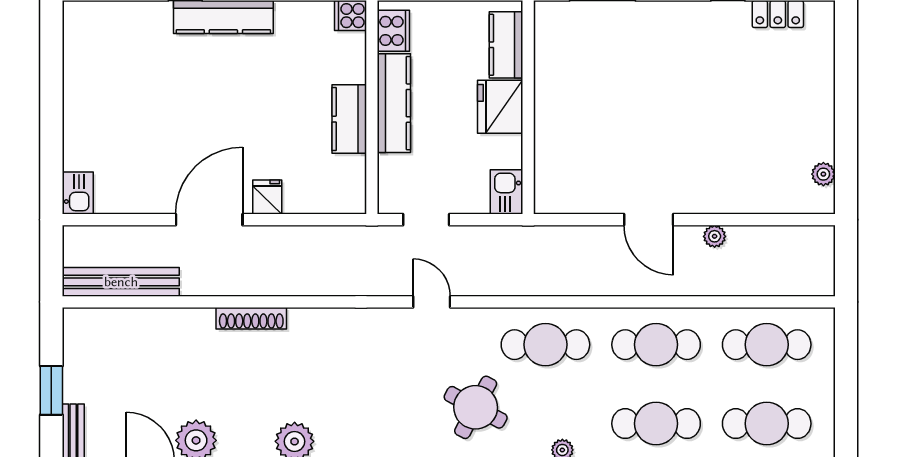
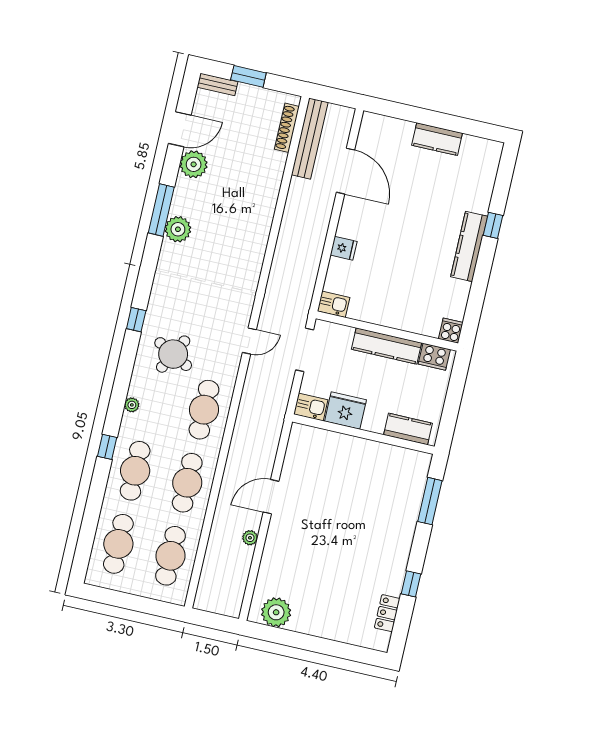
fridge: (500, 107) -> (345, 411), moved
kitchen counter: (349, 119) -> (437, 139), moved, turned 180
plant: (823, 174) -> (276, 612), width x1.88, depth x1.88
kitchen sink: (78, 193) -> (334, 304), moved, turned 180
door: (209, 220) -> (345, 171), moved
doorway: (426, 220) -> (305, 350), width x1.38
shoe rack: (251, 318) -> (287, 128), moved

